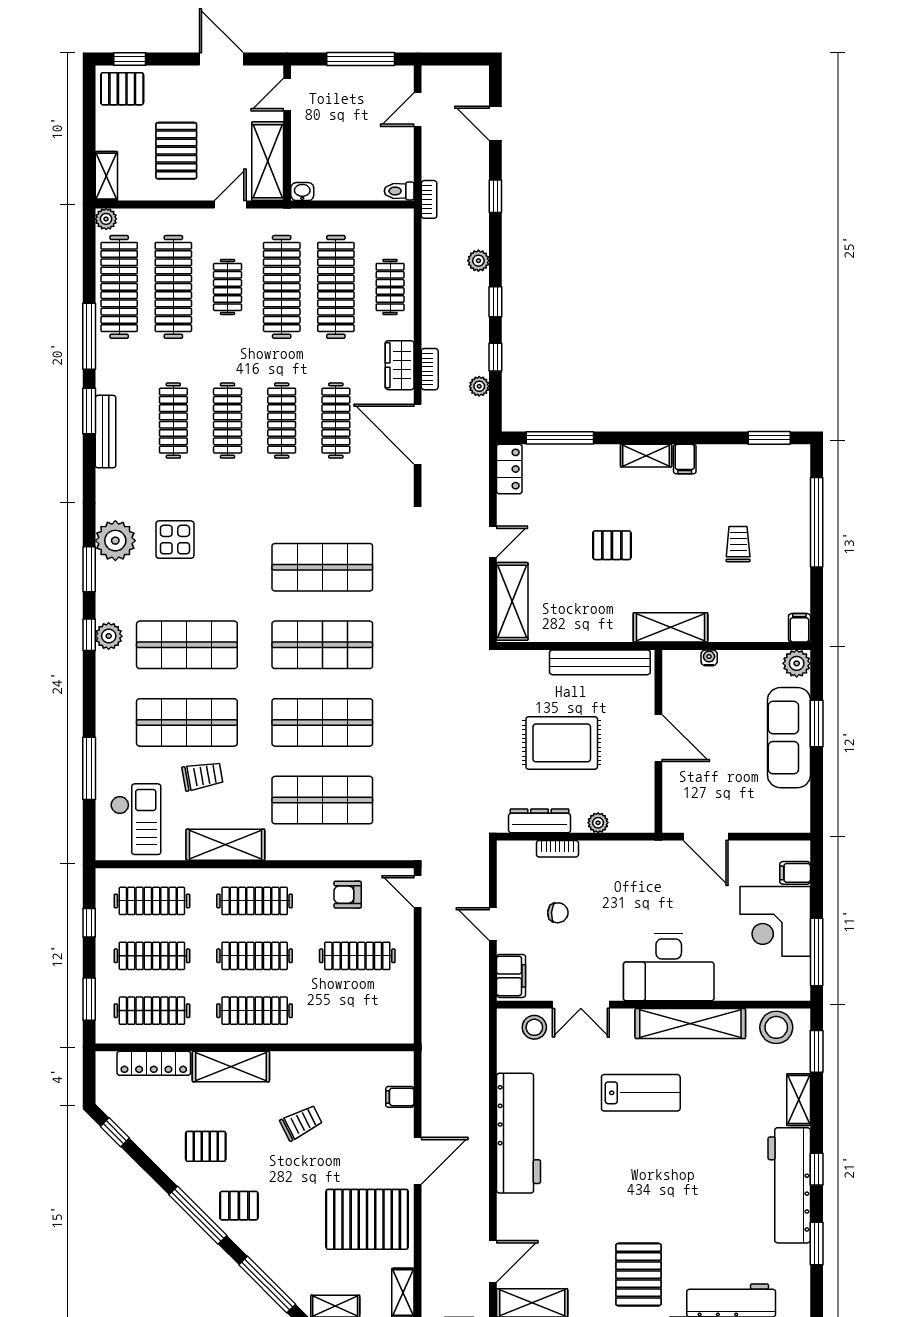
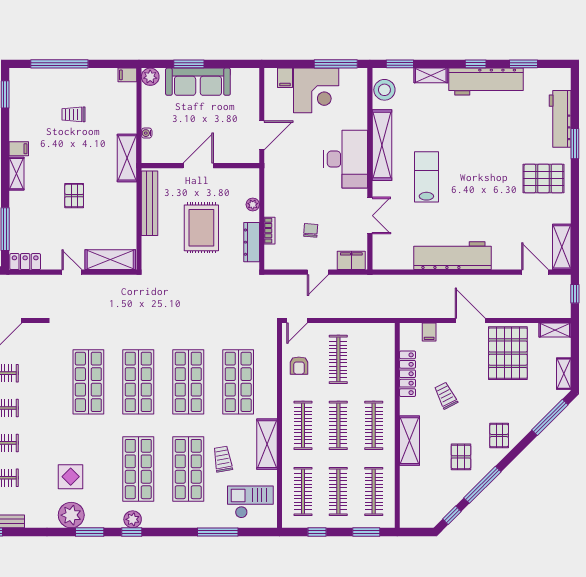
stool: (534, 1027) -> (384, 245), removed
locker: (154, 1063) -> (407, 374), moved
window: (198, 1215) -> (482, 485), moved

